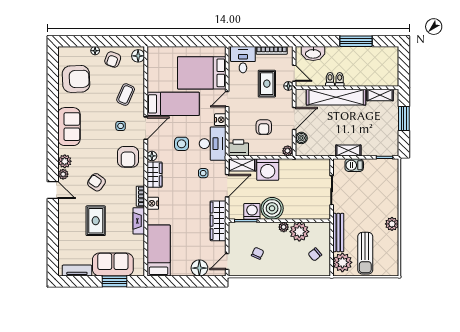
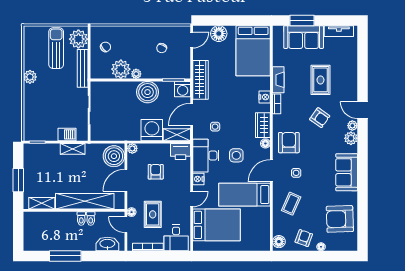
boiler: (301, 138) -> (114, 156), width x1.86, depth x1.86
washing machine: (252, 211) -> (183, 89), moved
bed: (159, 251) -> (253, 51), width x1.50

